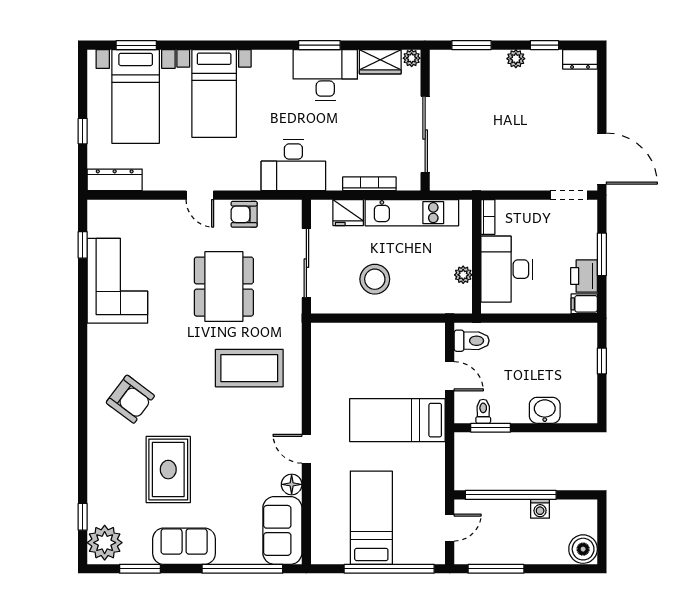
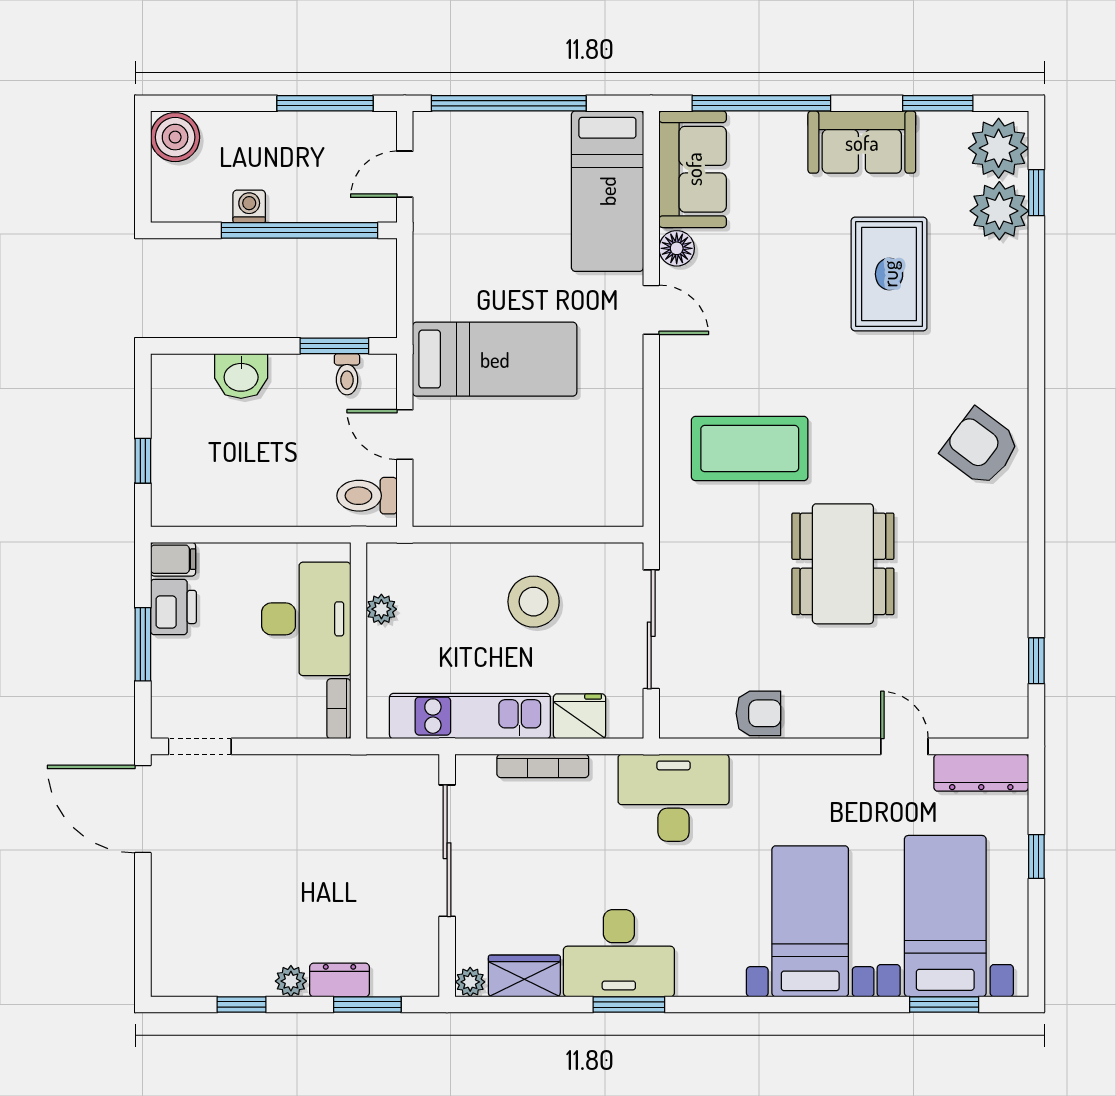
dresser: (580, 59) -> (340, 980), moved
door: (200, 195) -> (904, 746), moved
corner sofa: (117, 281) -> (977, 599), removed
dining table: (224, 287) -> (843, 564), moved
armchair: (130, 399) -> (981, 447), moved
plant: (104, 506) -> (999, 211), added
bed: (371, 518) -> (607, 191), moved

